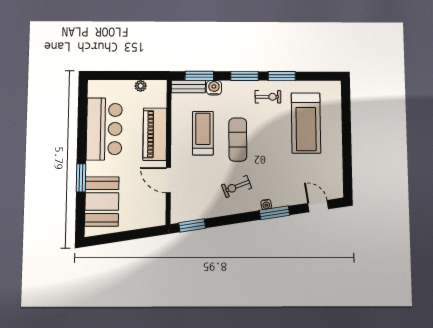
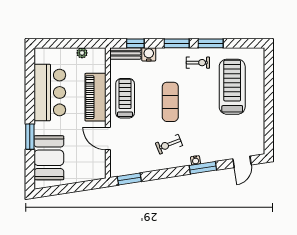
window: (199, 76) -> (135, 43), width x0.67
treadmill: (306, 123) -> (232, 87), turned 180
treadmill: (203, 133) -> (125, 98), moved
door: (318, 206) -> (242, 162), swing flipped

